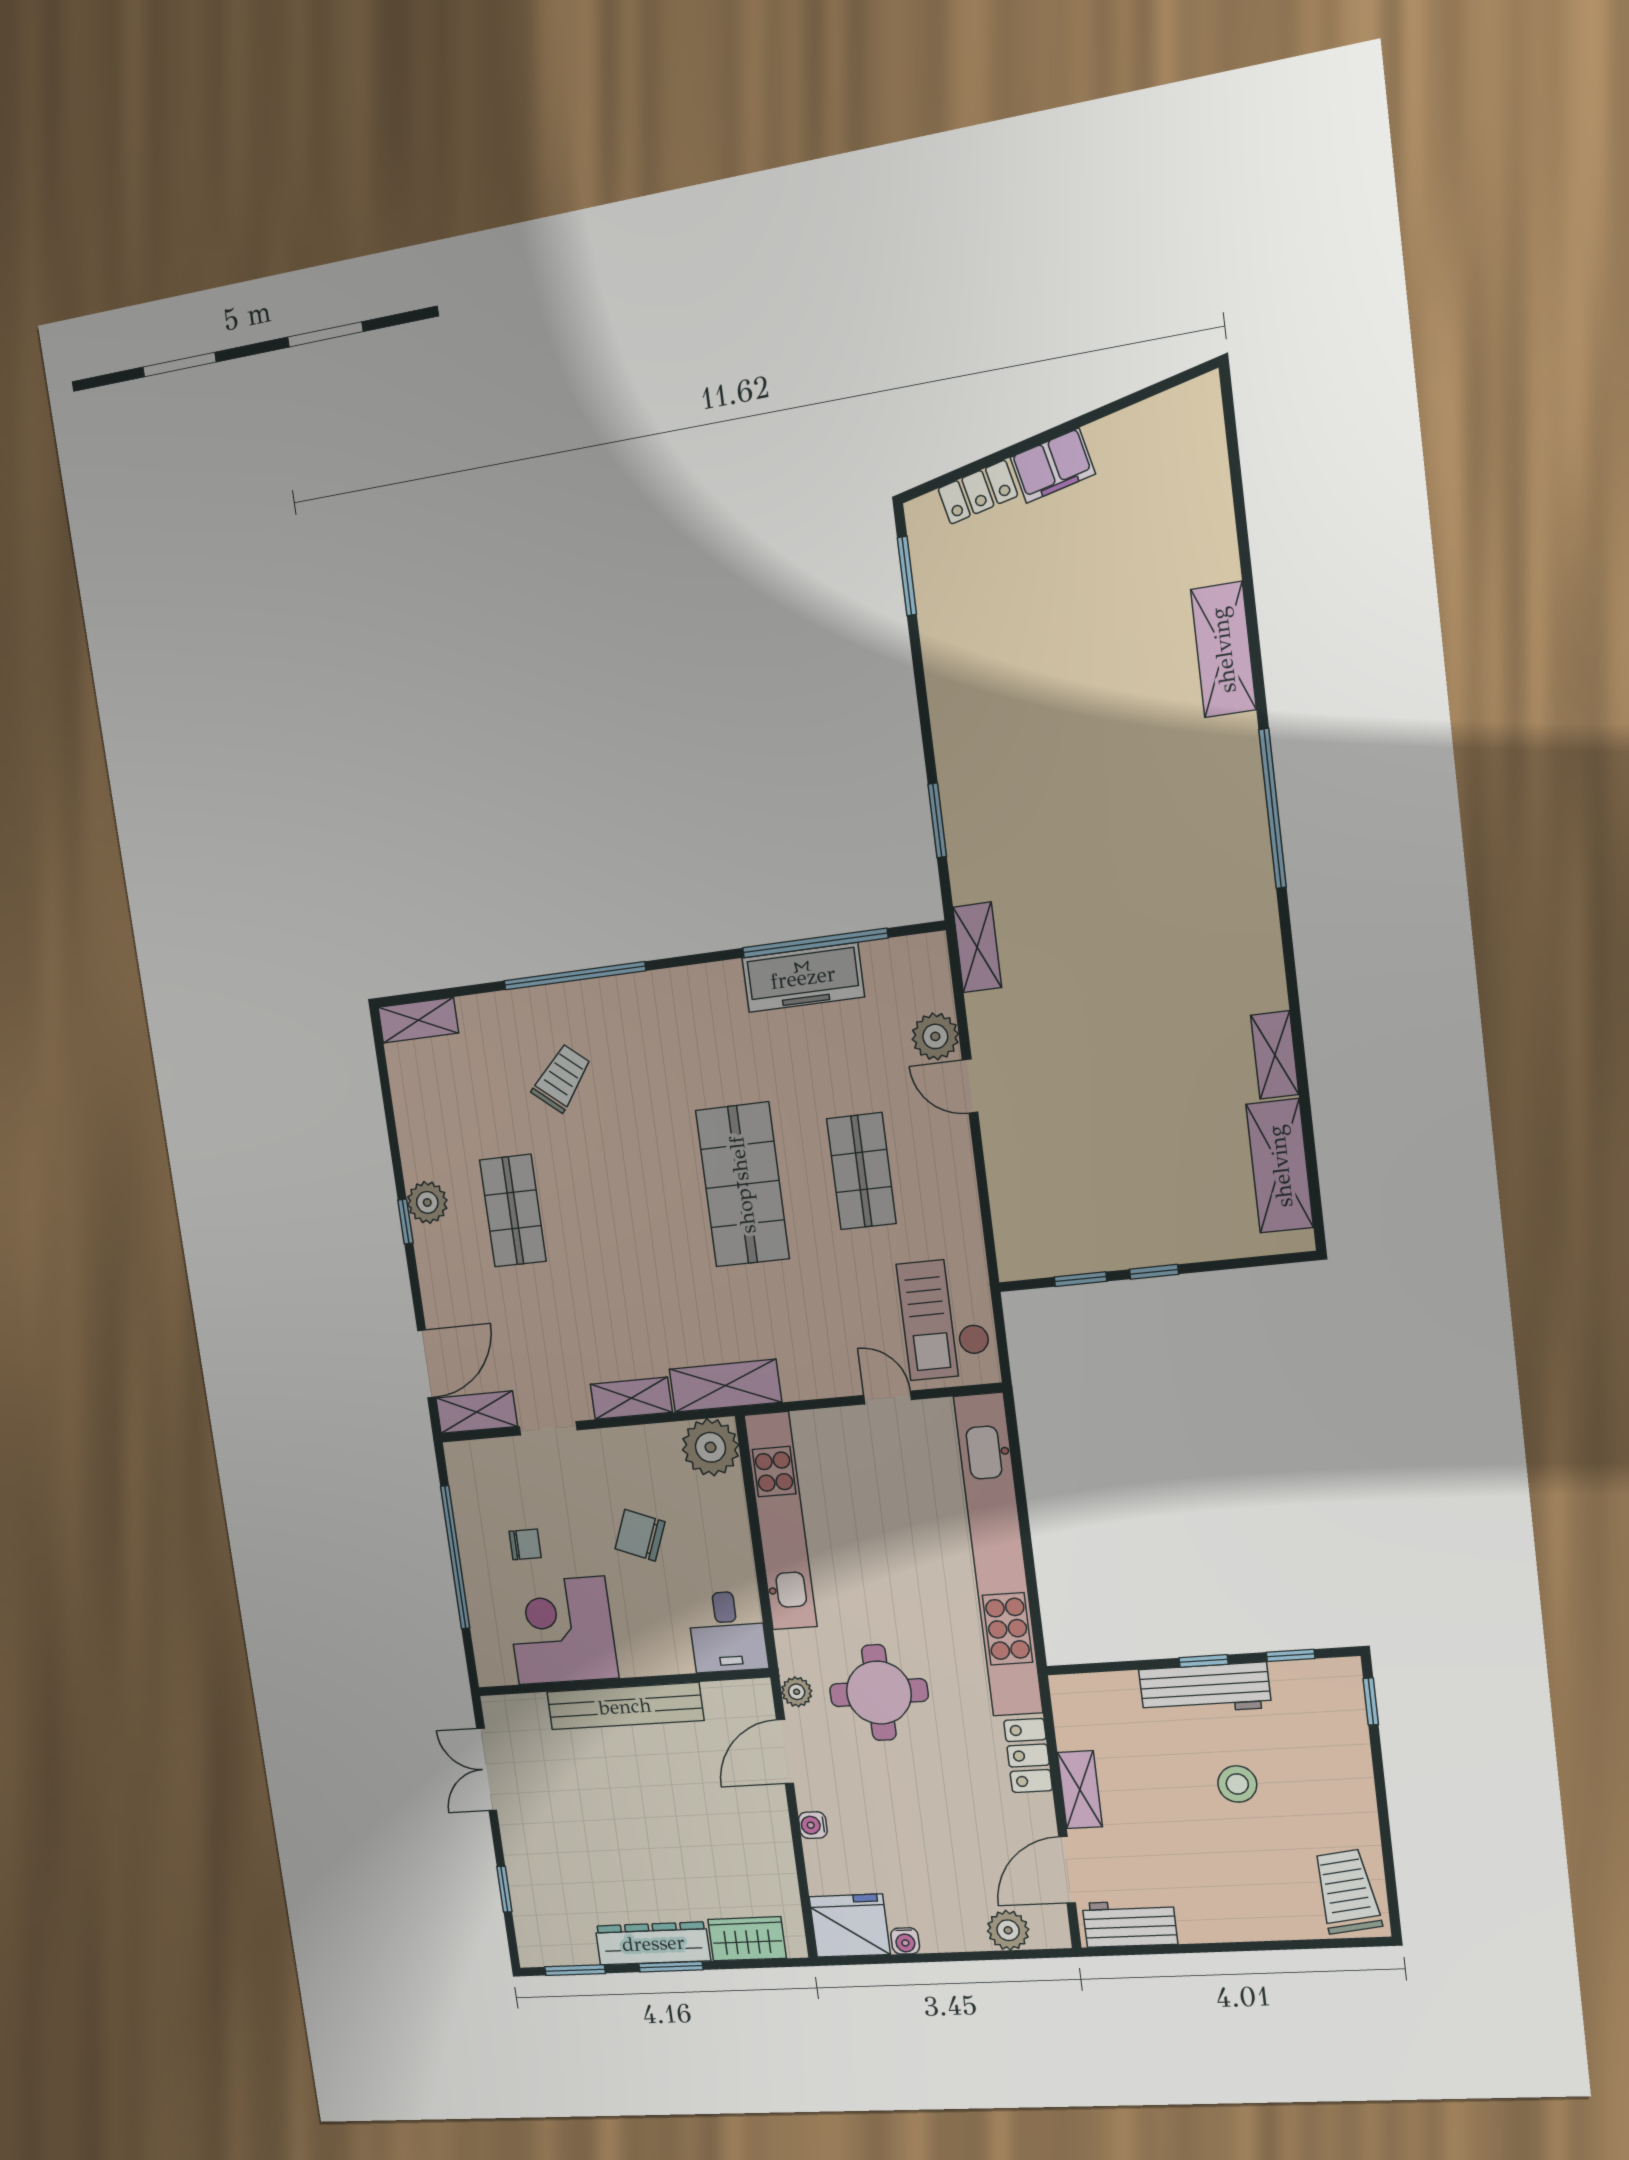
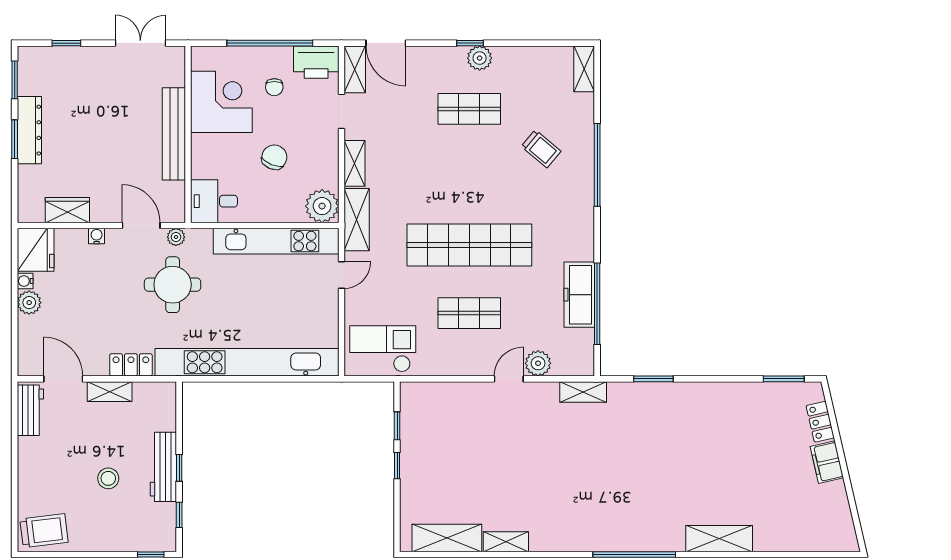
shop shelf: (742, 1185) -> (469, 245), width x1.40
door: (888, 1398) -> (341, 275), moved
printer: (474, 1478) -> (316, 62), added
plant: (1008, 1930) -> (29, 303), moved
wardrobe: (747, 1939) -> (67, 210), moved, turned -90

